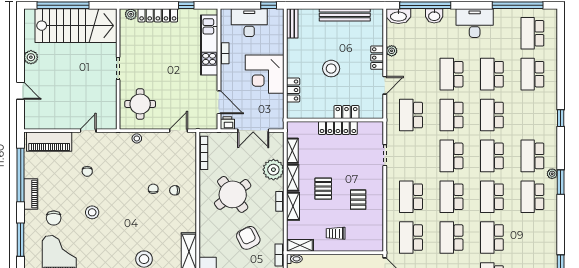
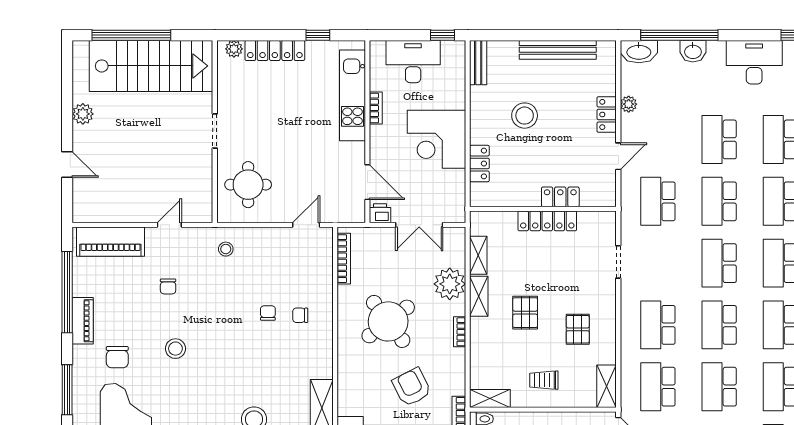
stool: (331, 69) -> (525, 116), moved
stool: (137, 138) -> (226, 249), moved
shelving: (293, 206) -> (607, 386), moved

